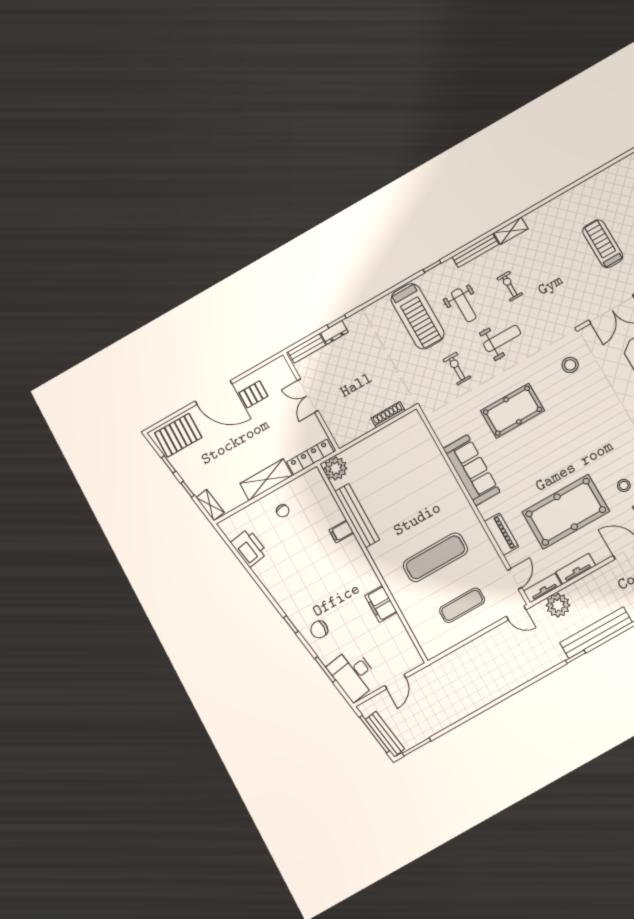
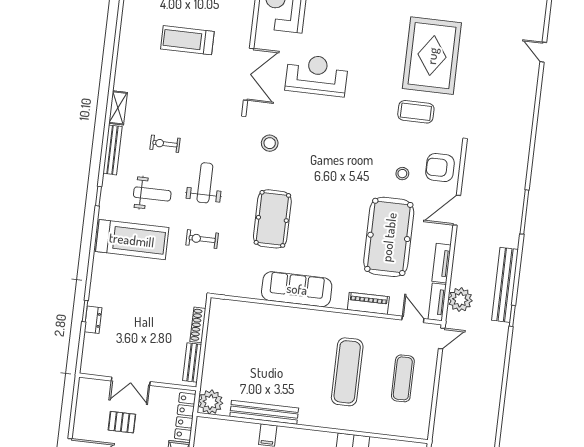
bench: (307, 348) -> (192, 362), moved
pallet: (253, 394) -> (122, 422), moved, turned 90

